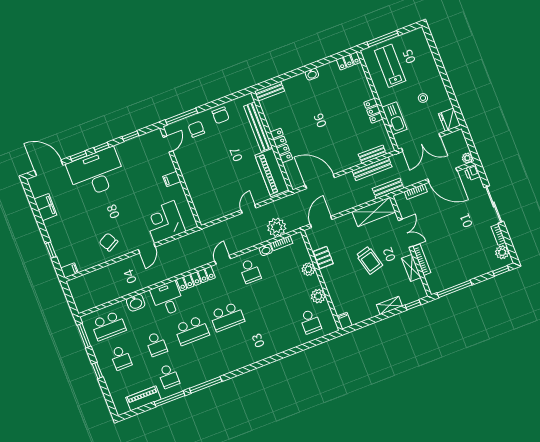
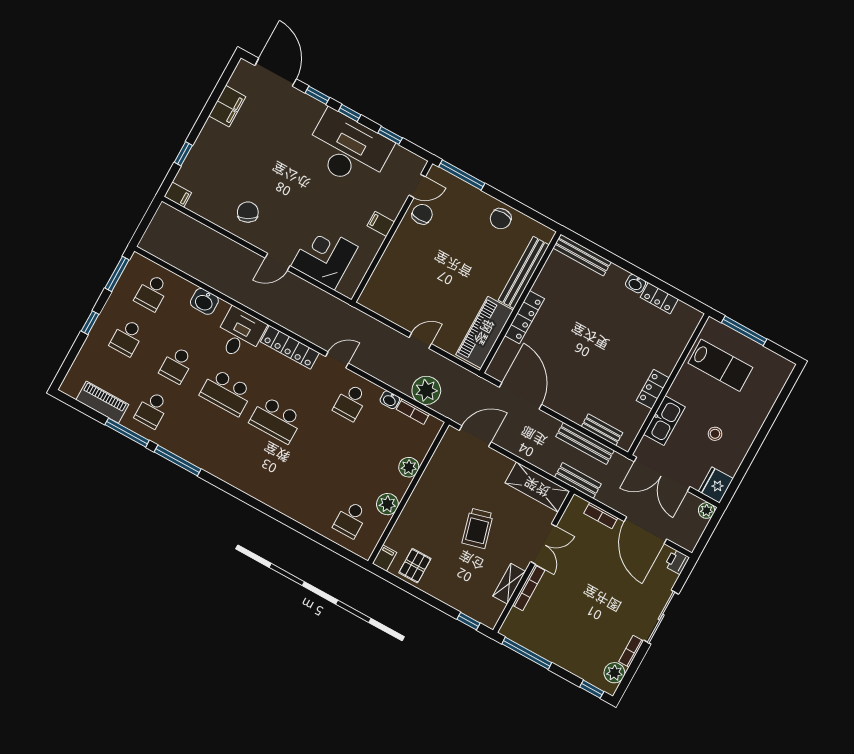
locker: (348, 61) -> (659, 298), moved
lab bench: (390, 66) -> (720, 365), turned 90
bench: (269, 91) -> (582, 255), width x1.36
chair: (196, 129) -> (422, 214), moved
plant: (467, 158) -> (707, 510), moved
desk: (96, 173) -> (348, 150), moved
pallet: (323, 258) -> (415, 566), moved
shelving: (389, 305) -> (445, 595), removed
school desk: (108, 326) -> (152, 293), width x0.54

